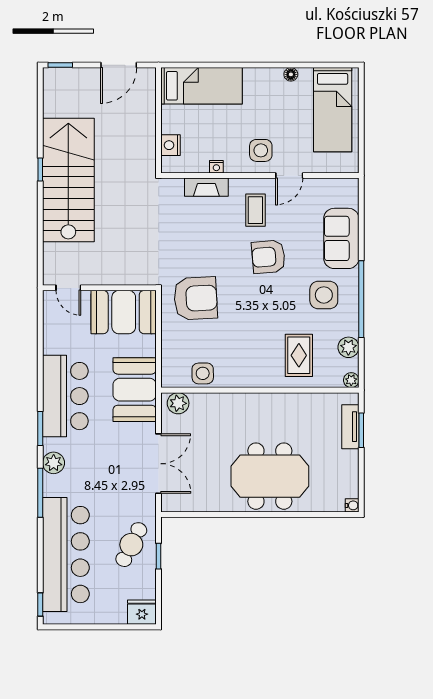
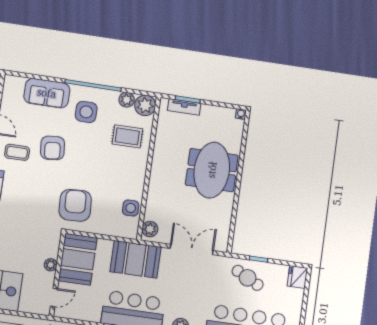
plant: (111, 277) -> (51, 265), added
plant: (351, 380) -> (145, 105), width x1.87, depth x1.87

